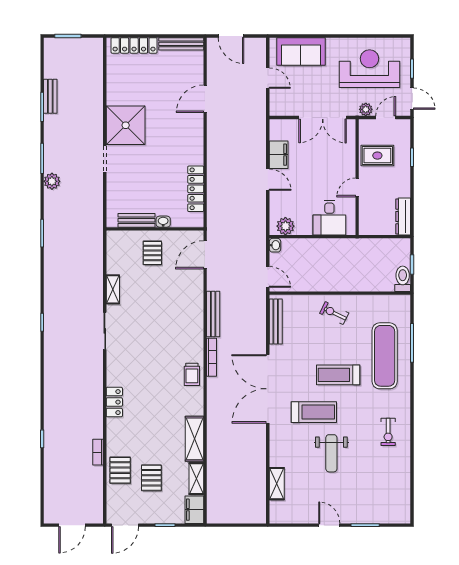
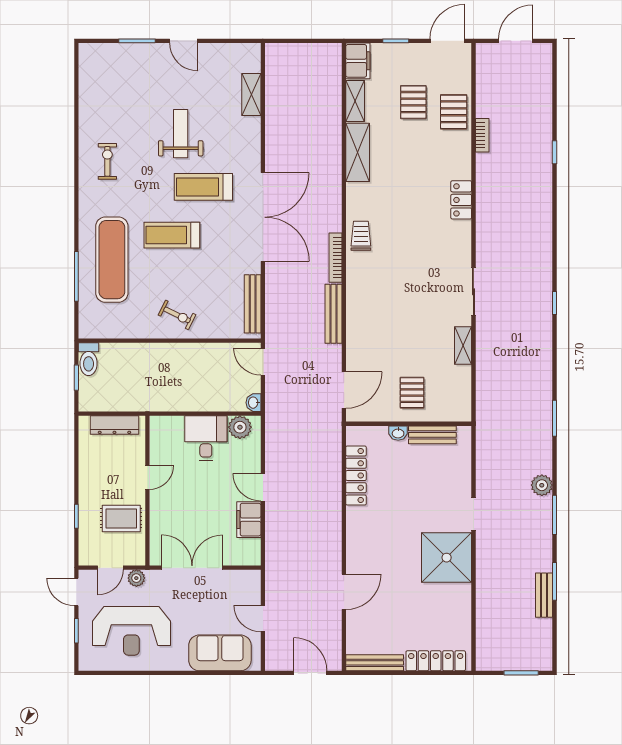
dresser: (403, 216) -> (114, 425), moved, turned 90
desk: (329, 218) -> (206, 438), moved
treadmill: (338, 375) -> (172, 235), turned 180

